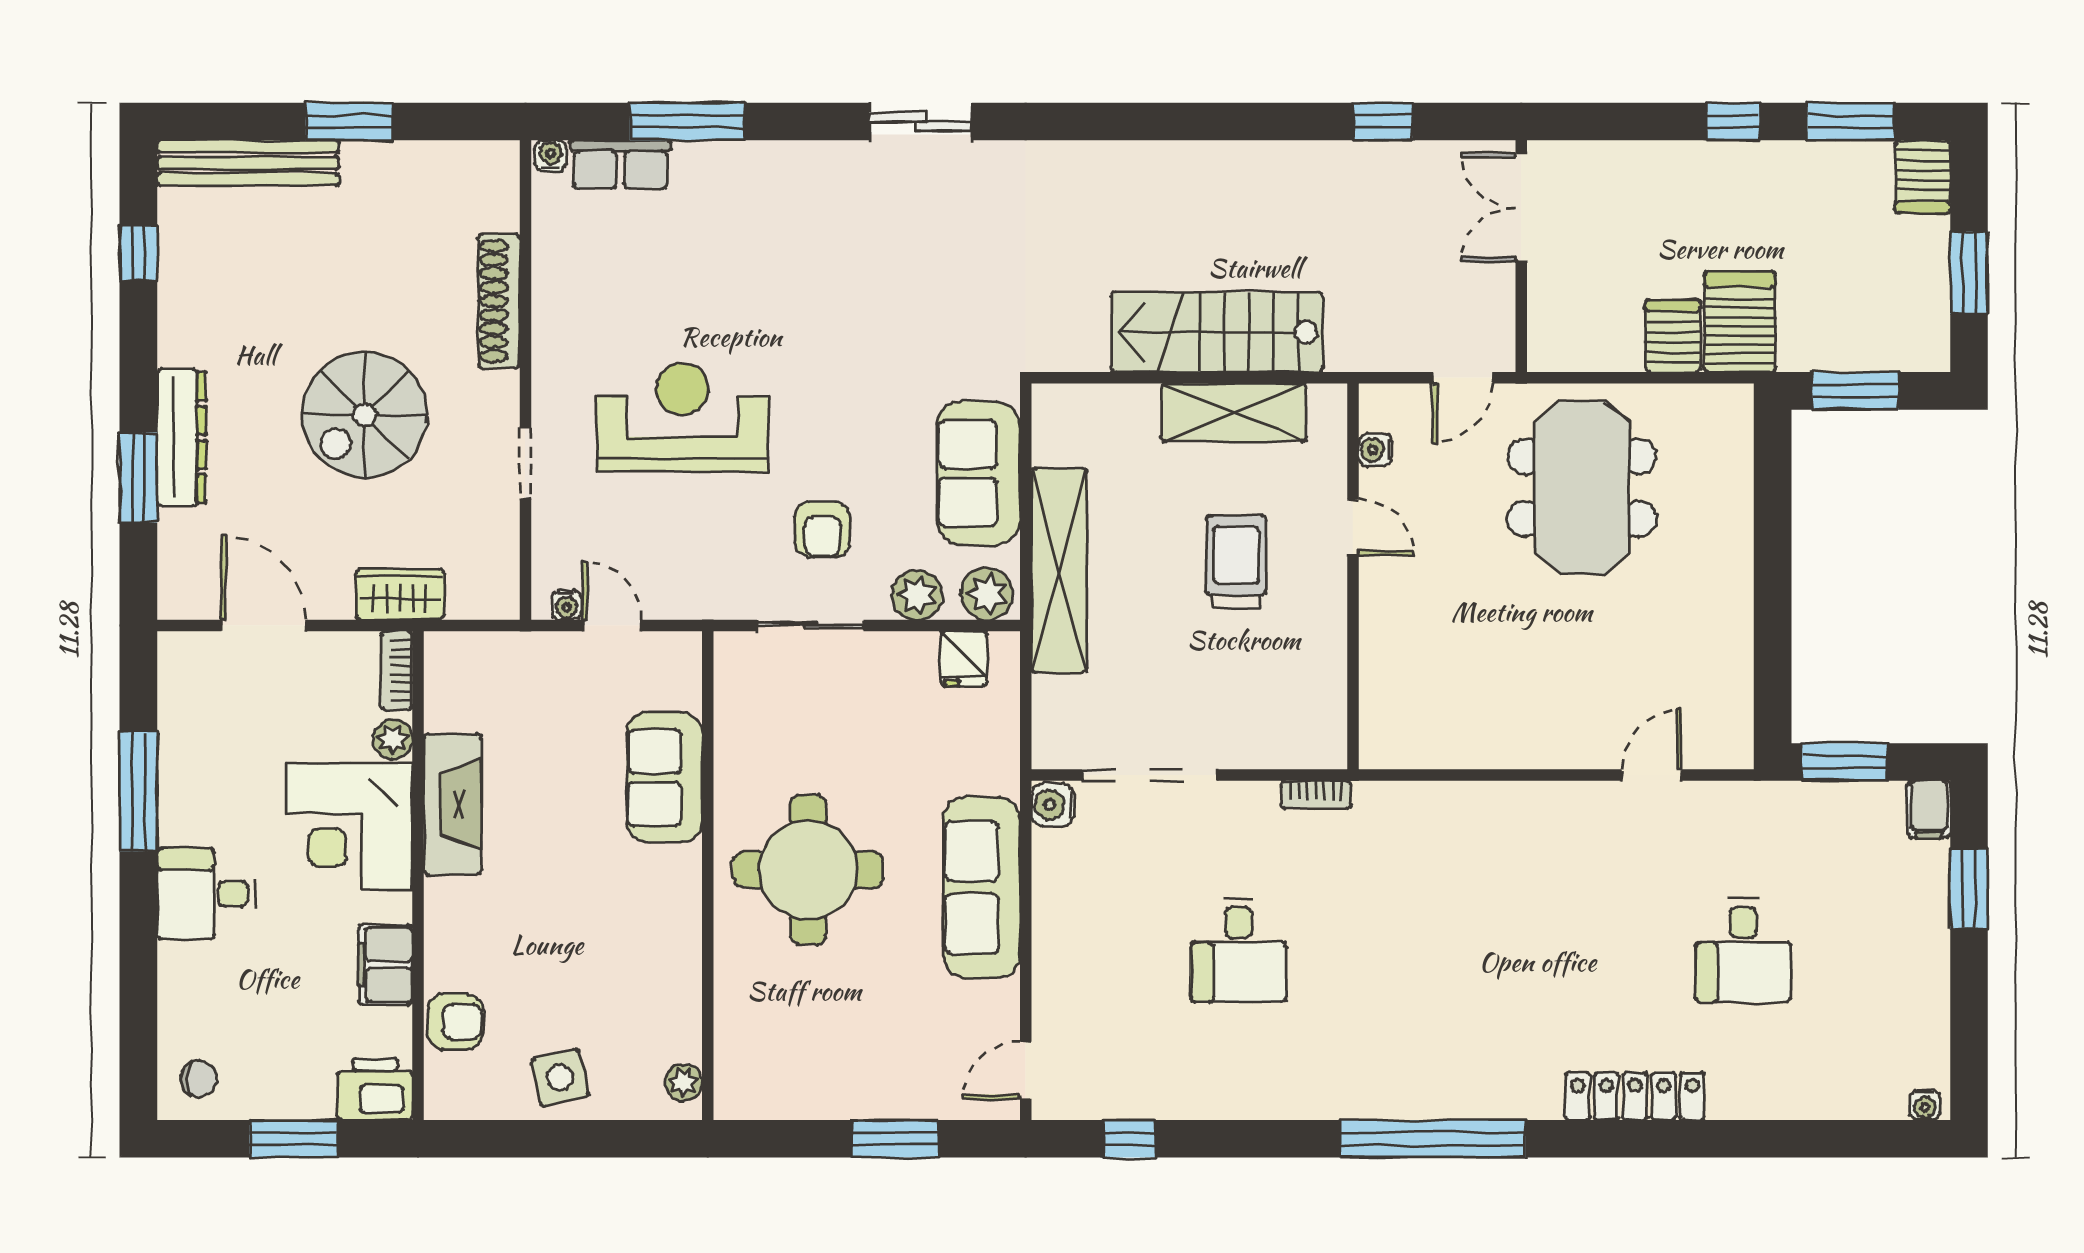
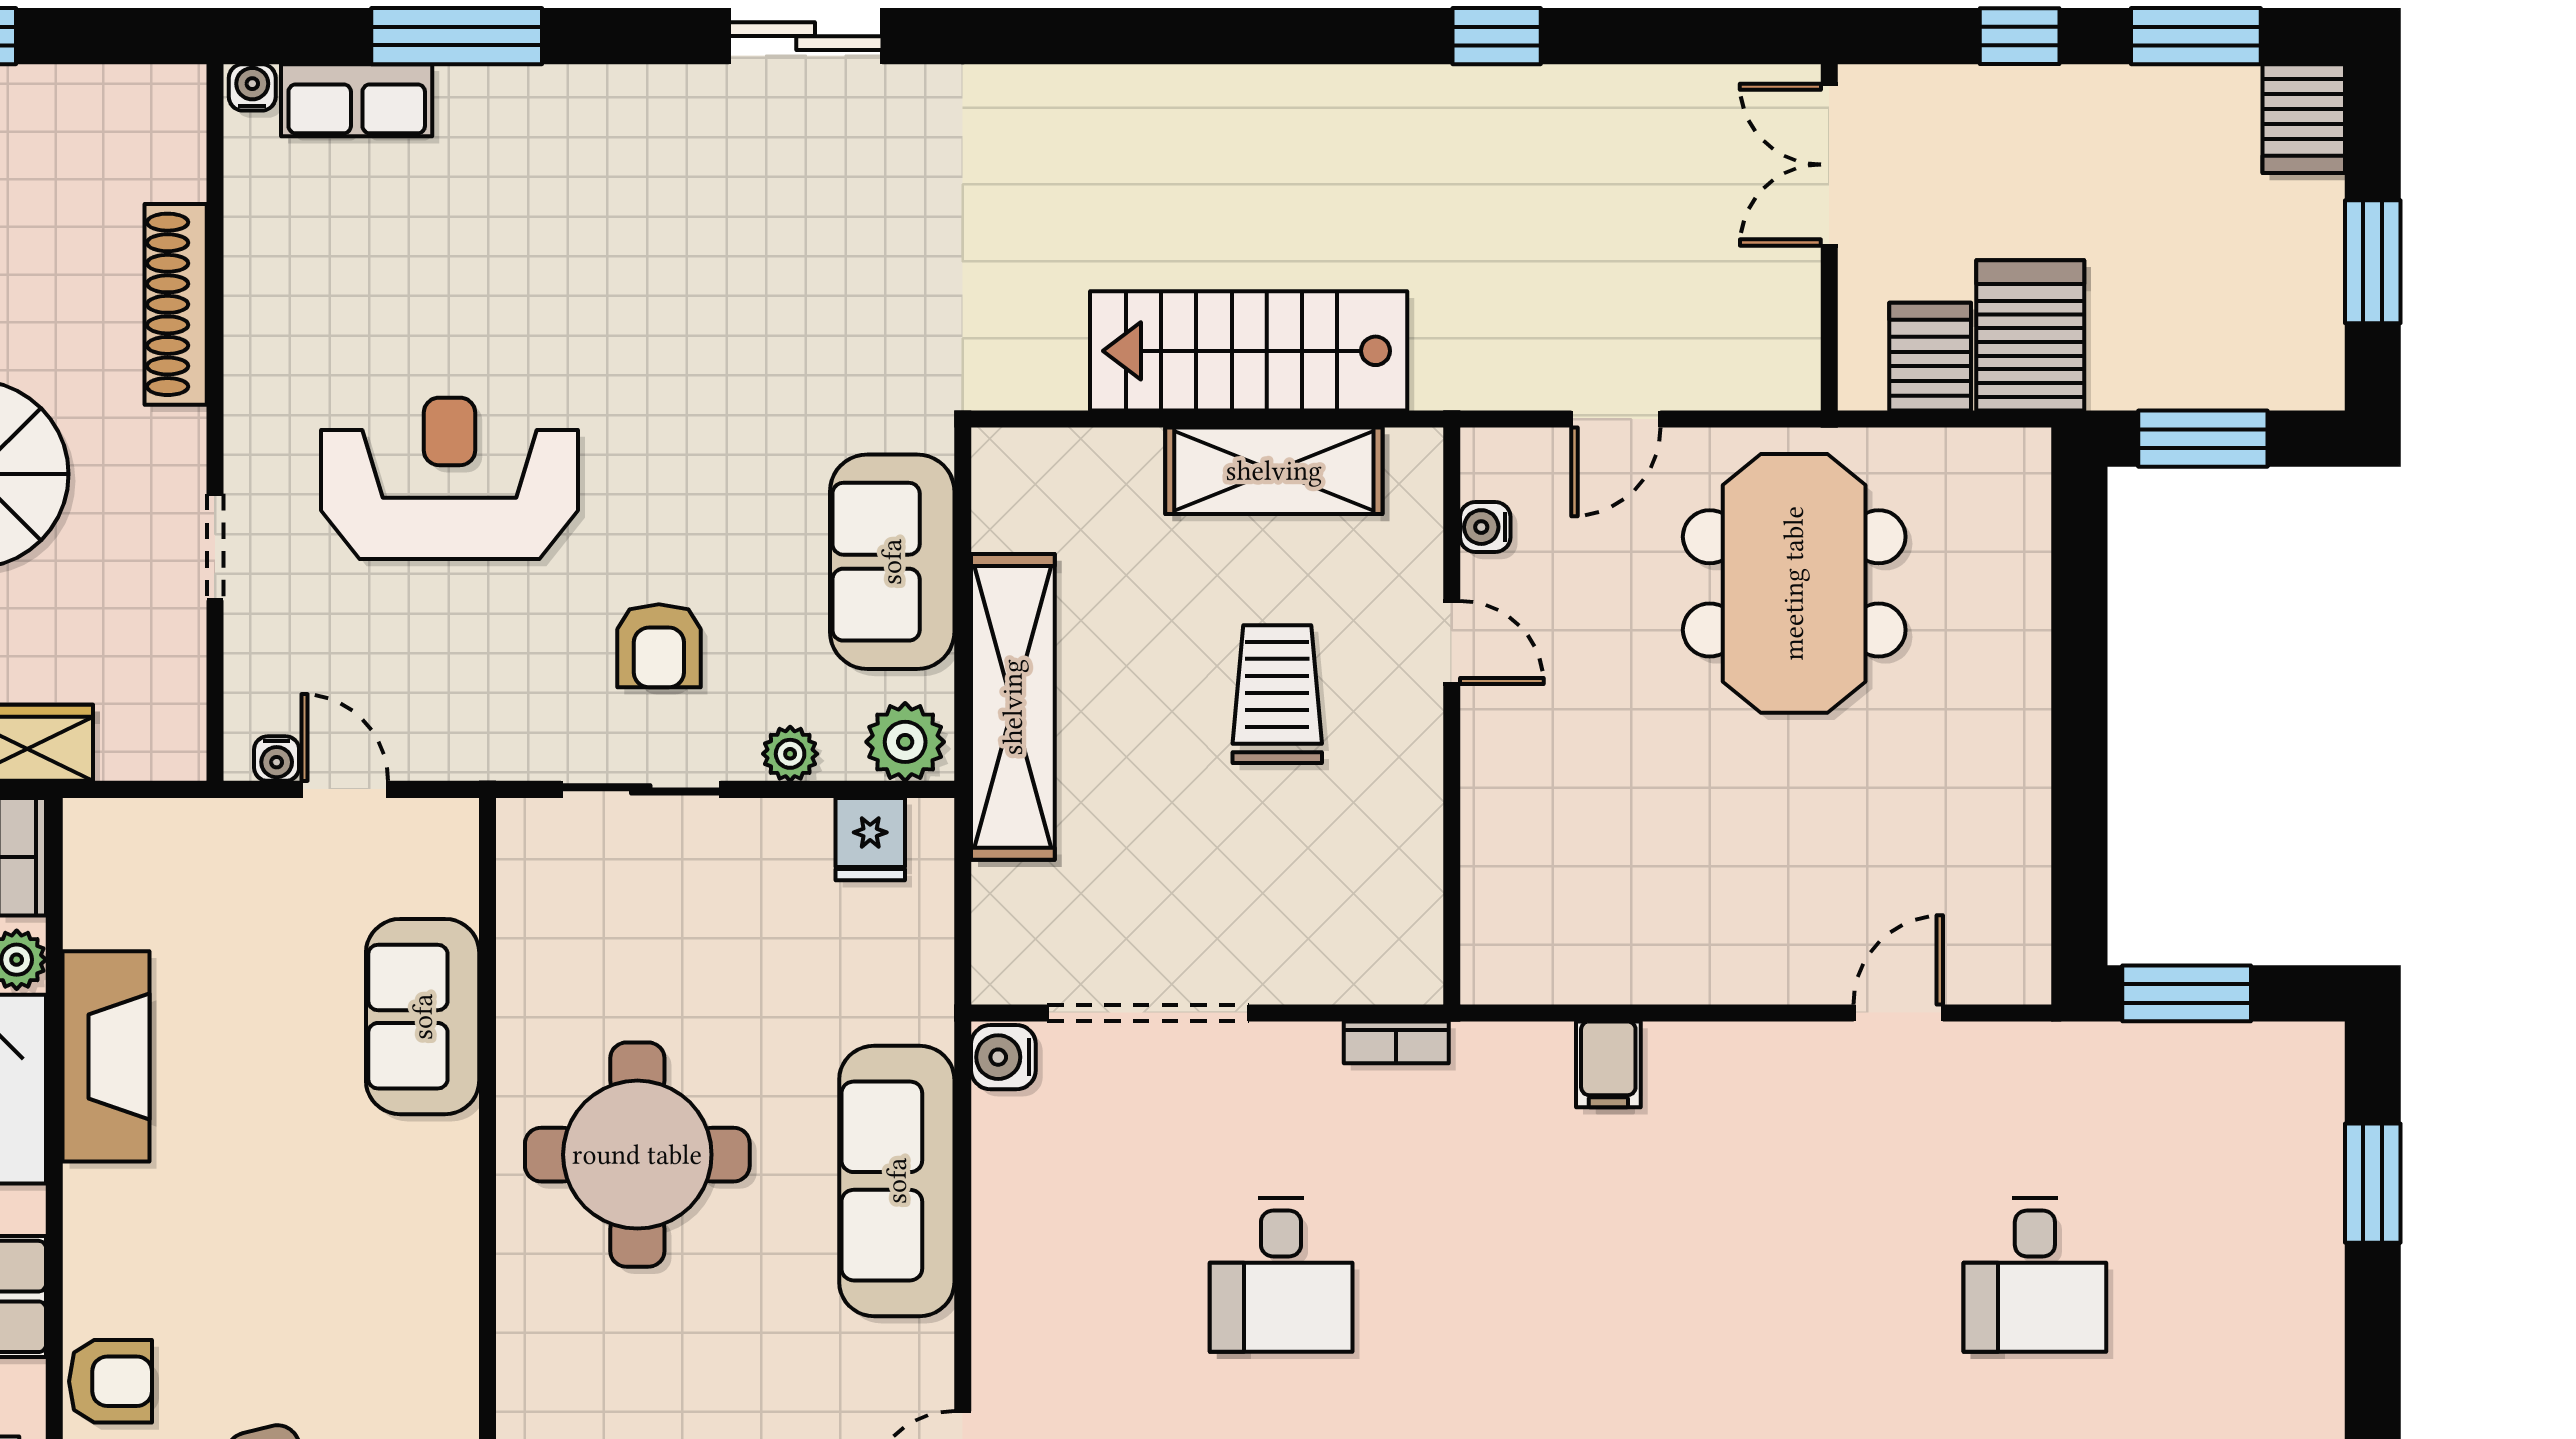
double door: (1521, 208) -> (1829, 165), moved
wall: (1521, 256) -> (1829, 237), moved
plant: (917, 595) -> (790, 754), width x0.73, depth x0.73
filing cabinet: (1929, 809) -> (1608, 1064), moved

